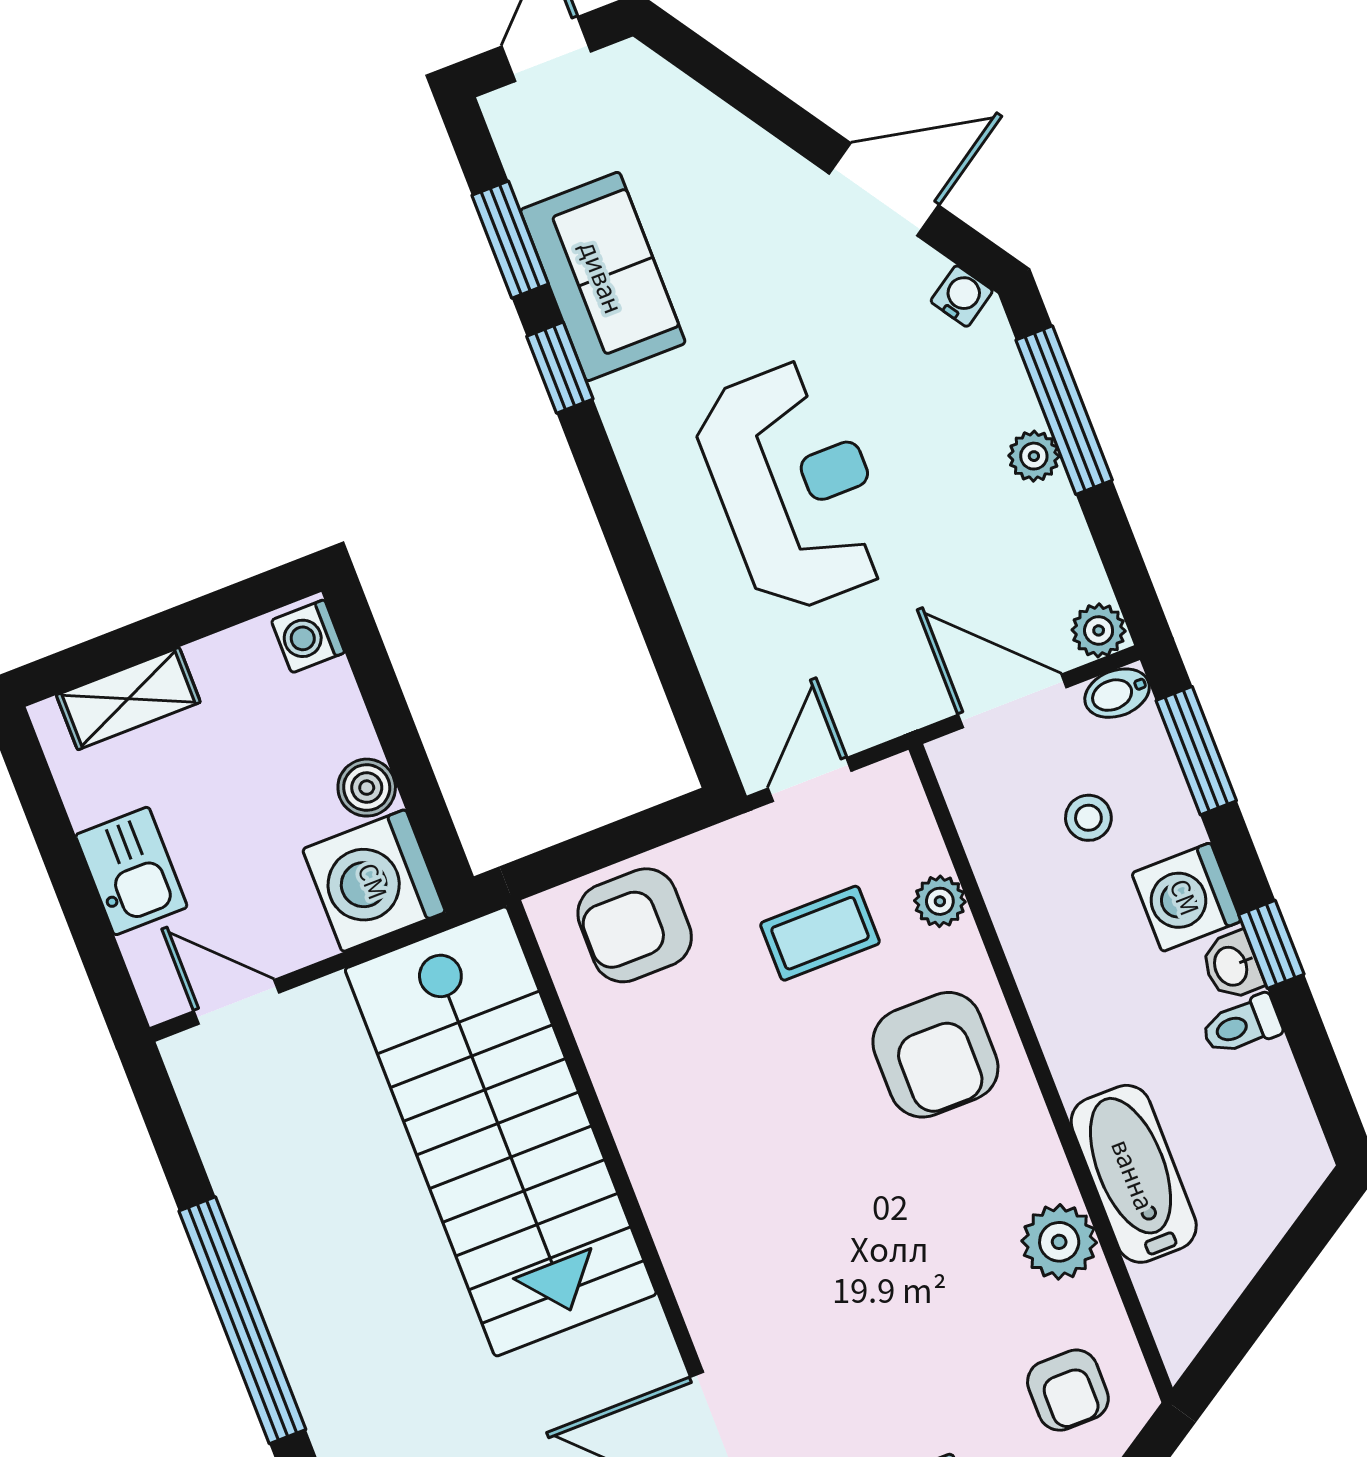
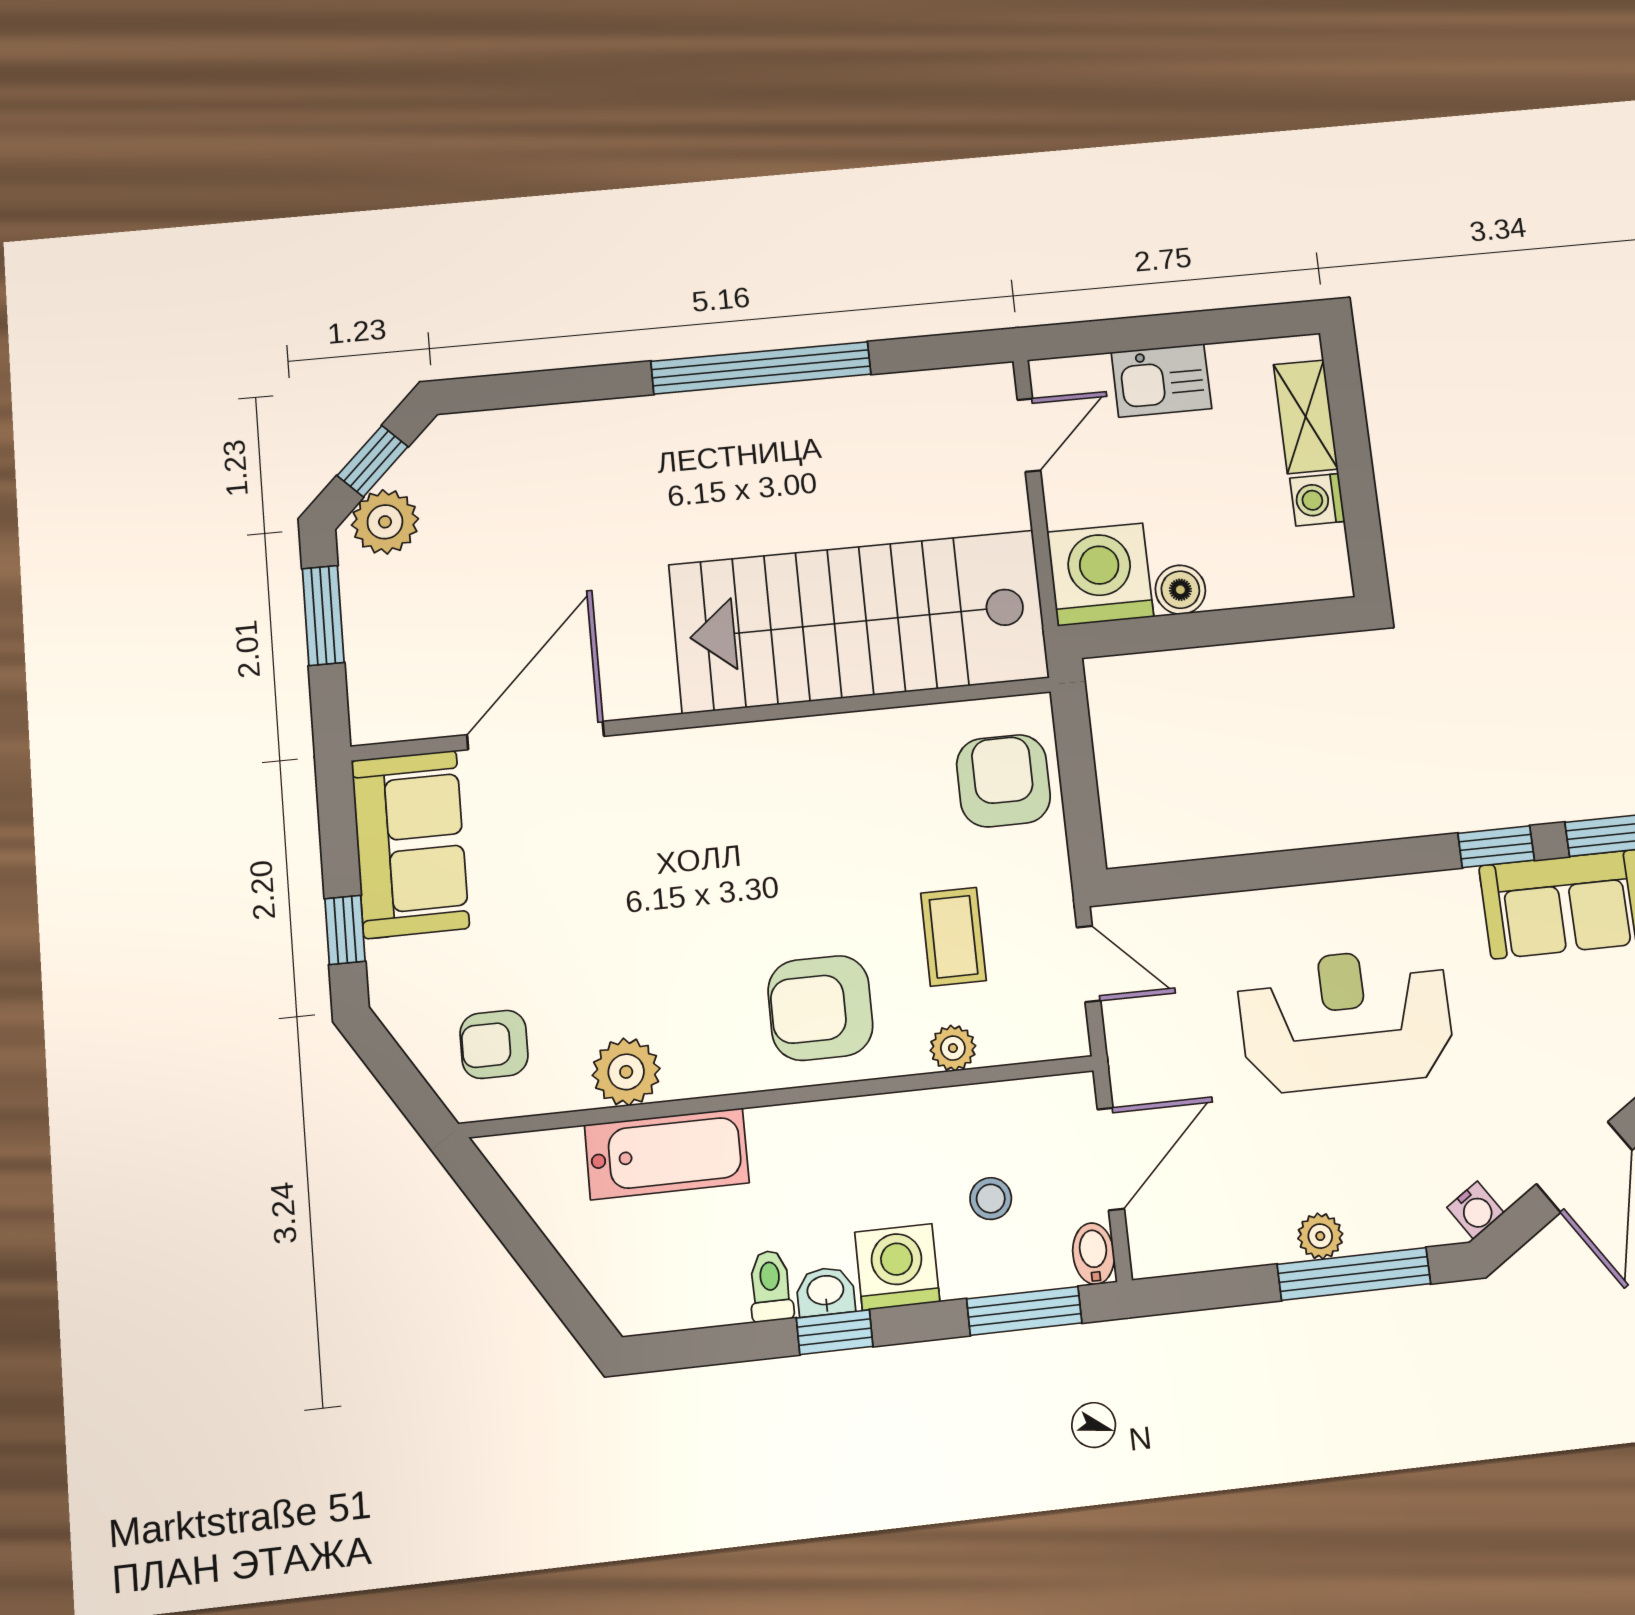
reception desk: (795, 486) -> (1346, 1020), turned 180
plant: (1099, 630) -> (1153, 1252), removed
washing machine: (308, 636) -> (1317, 500), moved, turned -90

